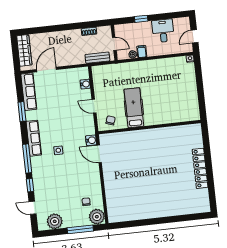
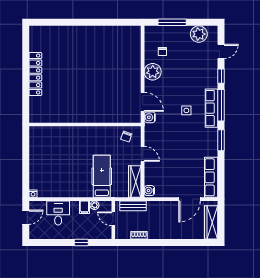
desk: (163, 31) -> (58, 213), moved, turned 180
wardrobe: (98, 80) -> (135, 182), added
water cooler: (85, 84) -> (149, 191), moved
hospital bed: (134, 108) -> (102, 176), moved, turned 180
window: (22, 112) -> (221, 140), moved
row of seats: (34, 138) -> (211, 108), moved
door: (33, 208) -> (221, 51), hinge flipped
plant: (97, 217) -> (153, 72), moved

